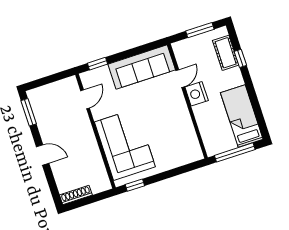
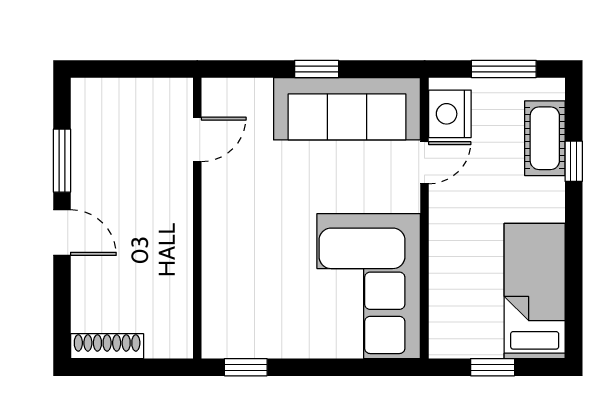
window: (97, 64) -> (317, 69), moved
nightstand: (197, 94) -> (450, 114), moved
window: (29, 112) -> (62, 161), moved
corner sofa: (125, 144) -> (369, 286), moved, turned 180
window: (235, 152) -> (493, 367), width x0.46

